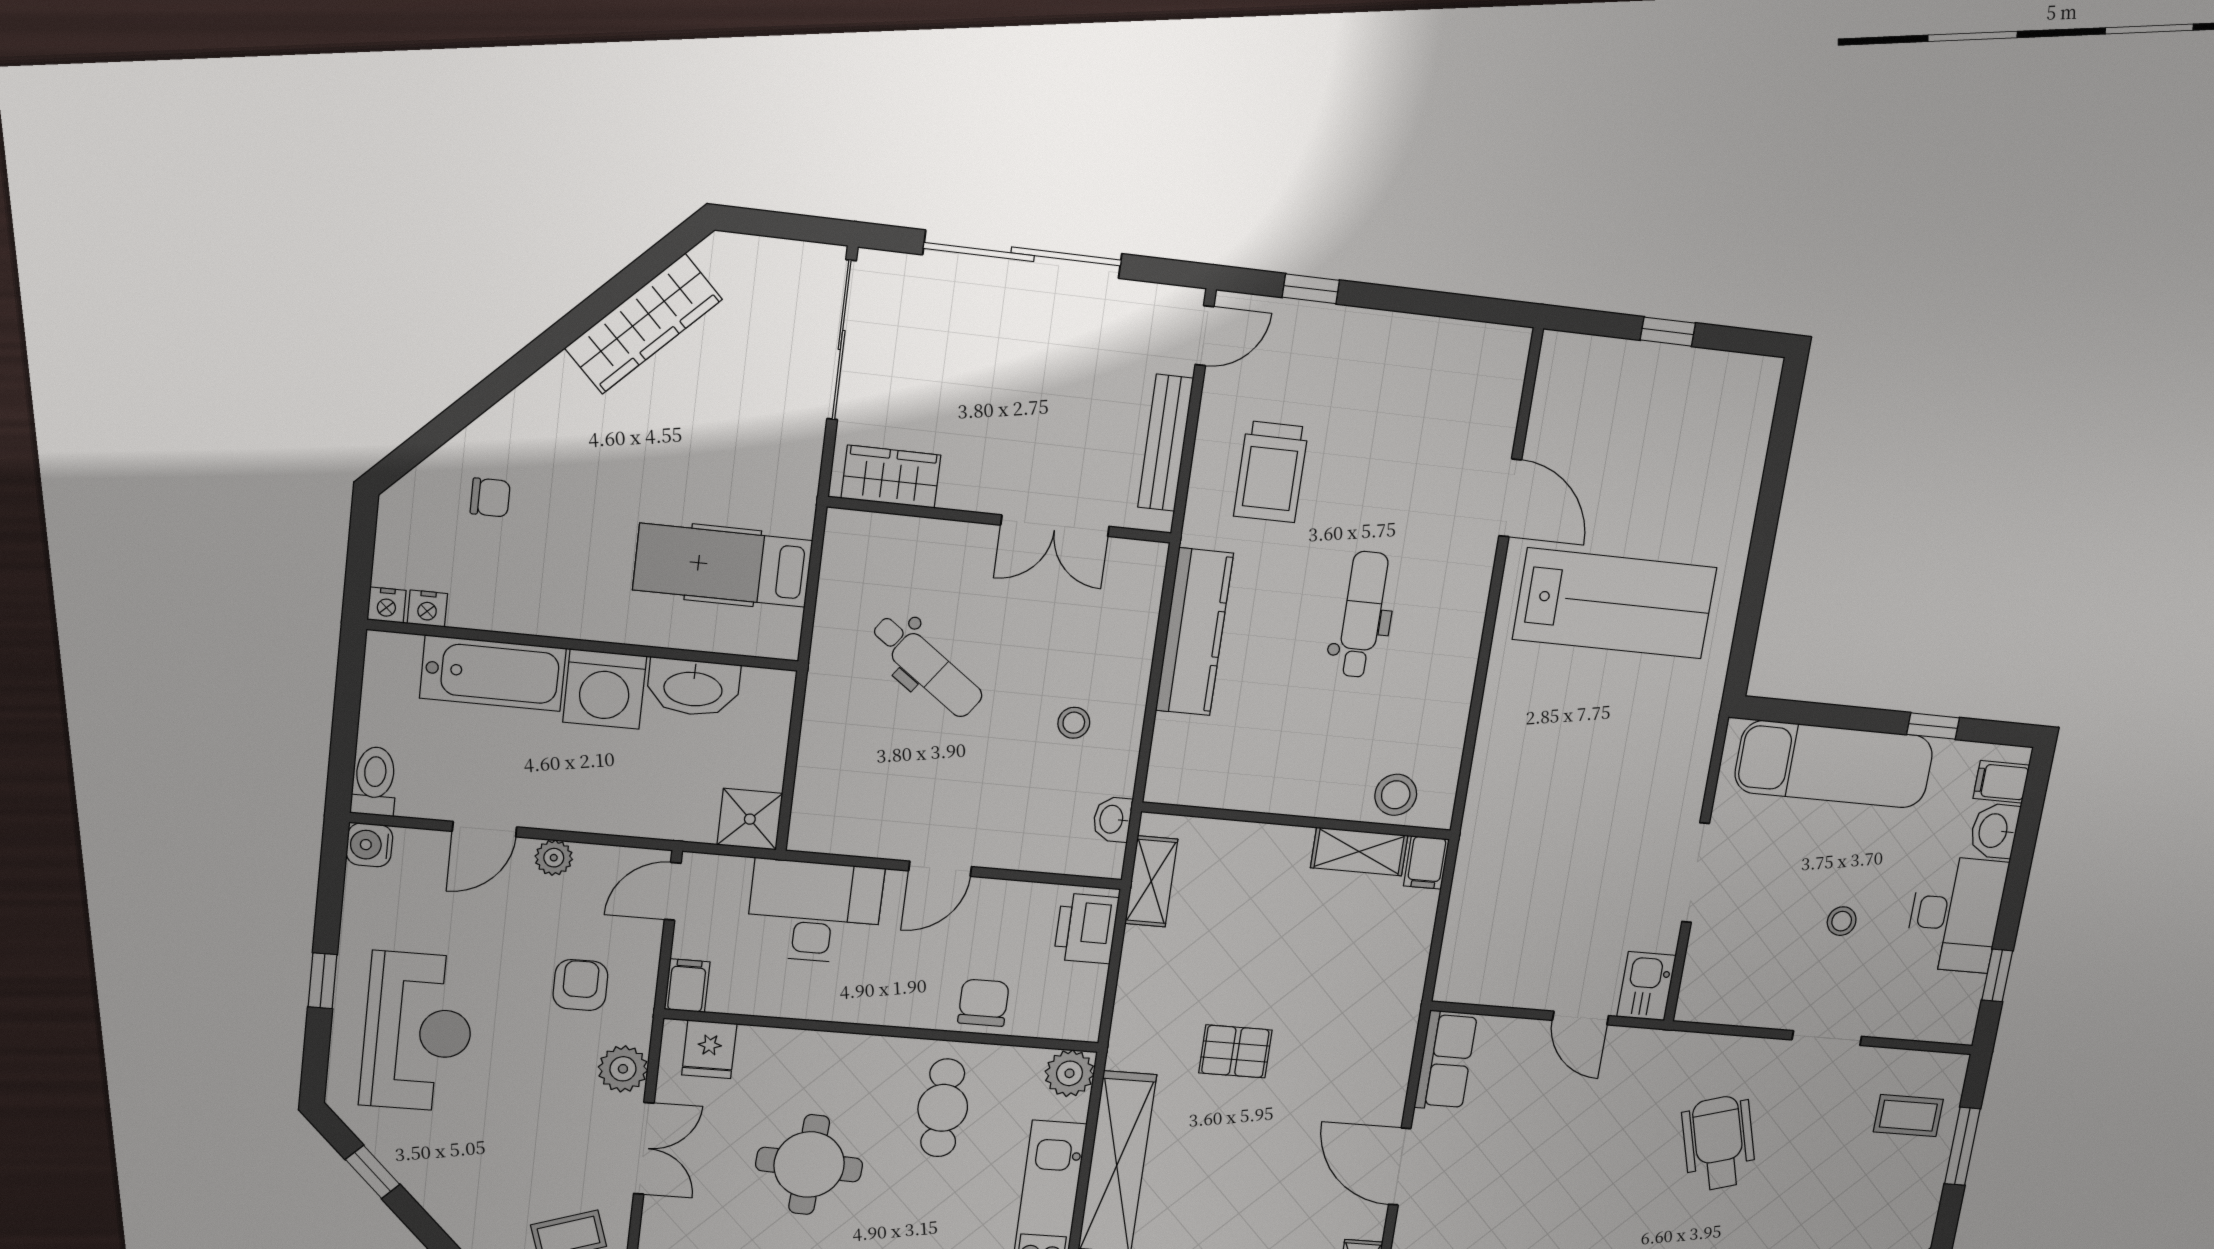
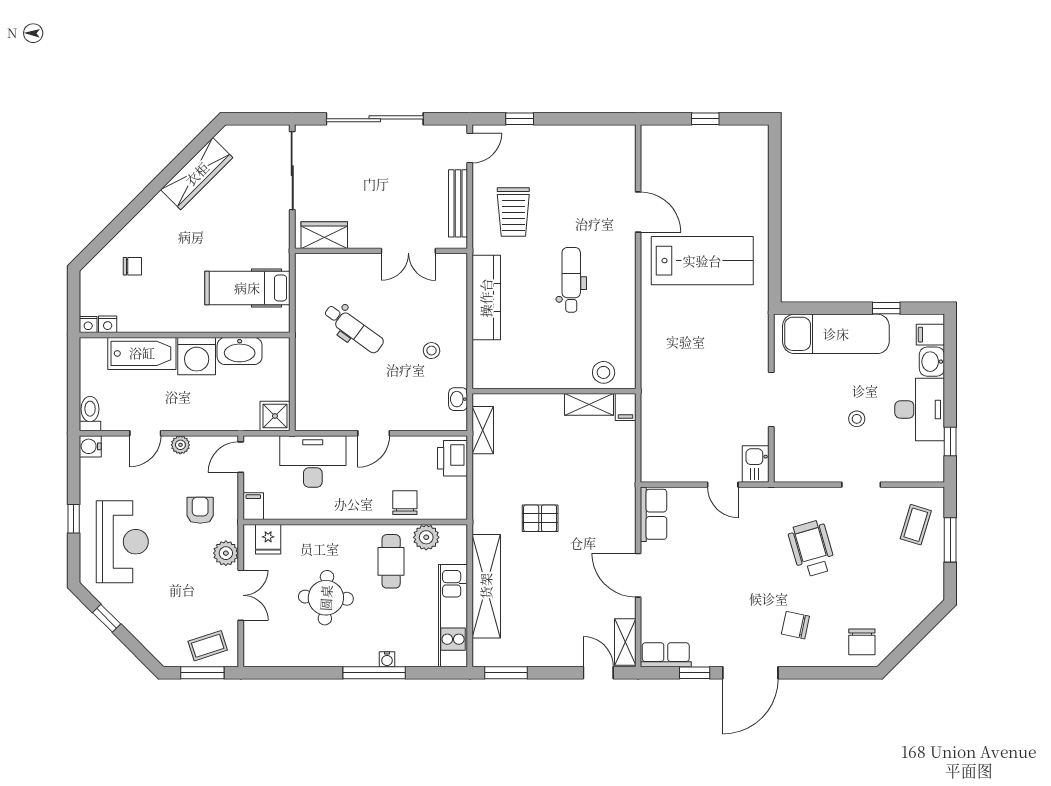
plant: (1069, 1073) -> (426, 537), moved
coffee table: (1908, 1116) -> (916, 525), turned -73

